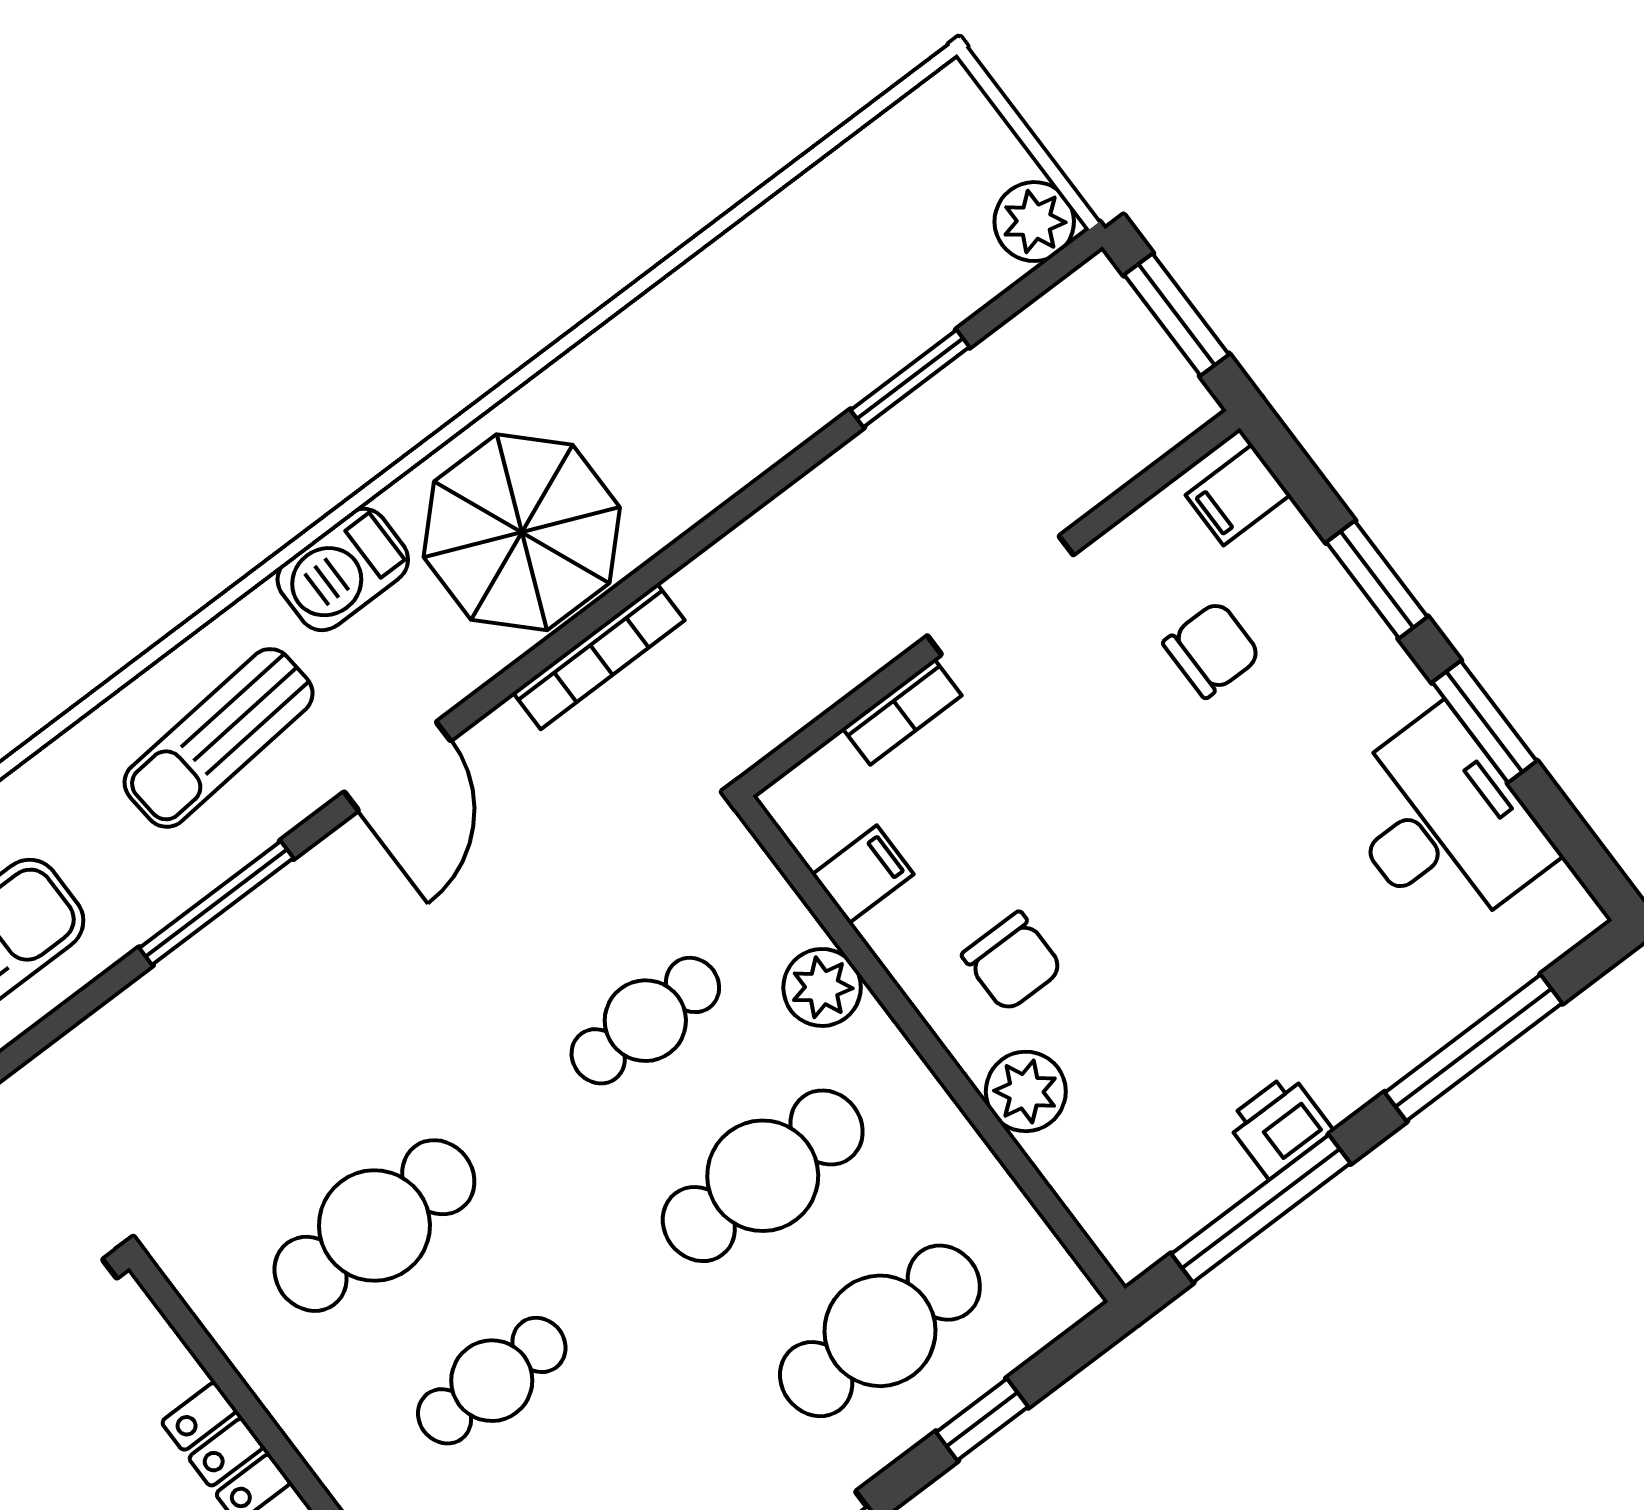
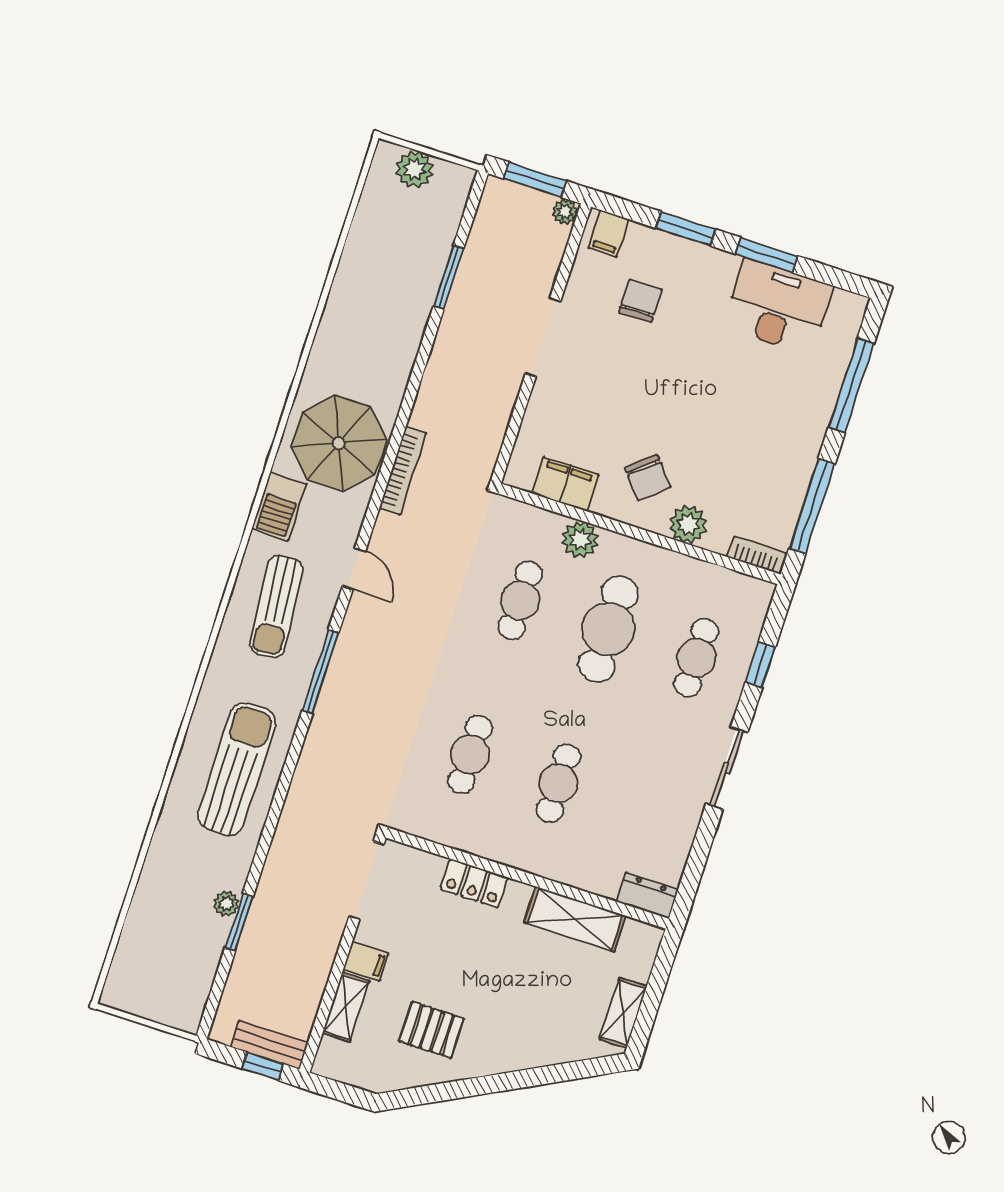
plant: (1034, 222) -> (414, 169), moved
plant: (1189, 405) -> (565, 212), added
bookcase: (902, 712) -> (757, 555), moved, turned -90
door: (397, 766) -> (354, 569), width x0.73
filing cabinet: (863, 874) -> (565, 484), width x2.00
chair: (1012, 962) -> (648, 477), turned 50
printer: (1279, 1126) -> (797, 469), removed
cafe table: (374, 1226) -> (470, 754), width x0.73, depth x0.74
cafe table: (880, 1331) -> (696, 658), width x0.73, depth x0.74

